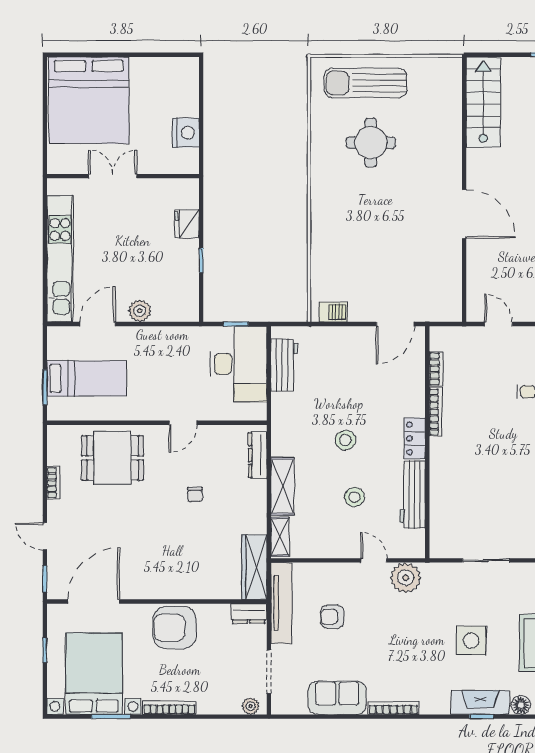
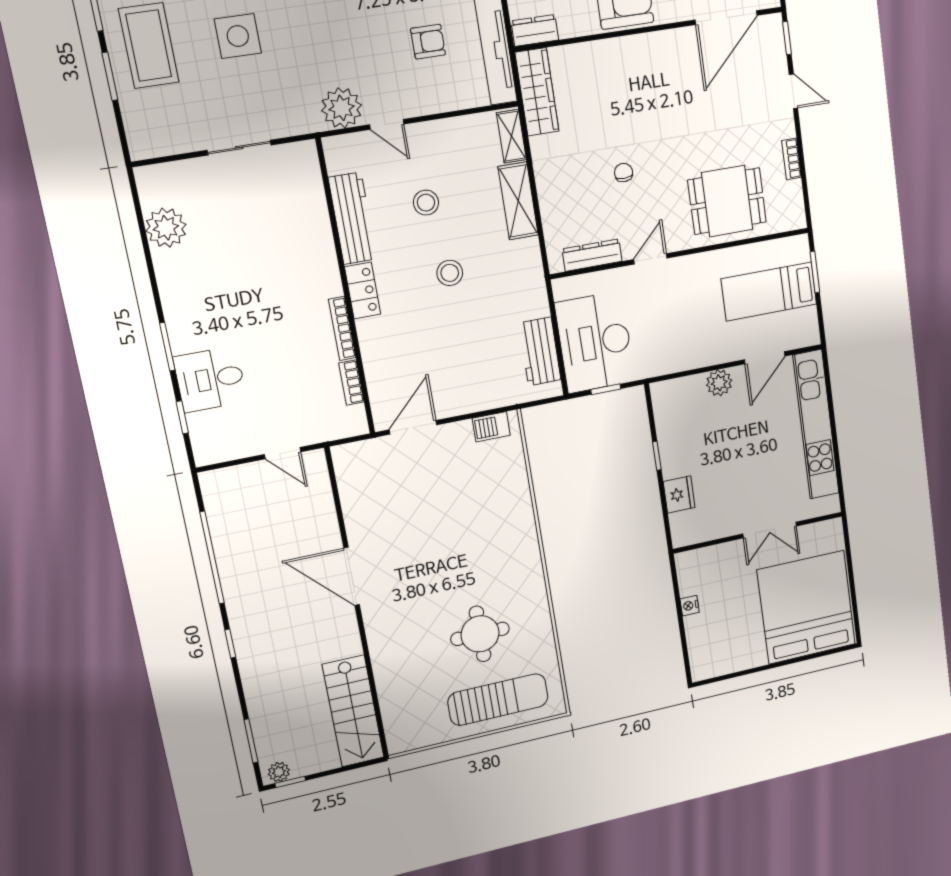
nightstand: (186, 133) -> (690, 606), width x0.53, depth x0.56
dresser: (258, 455) -> (592, 255), moved, turned -90

